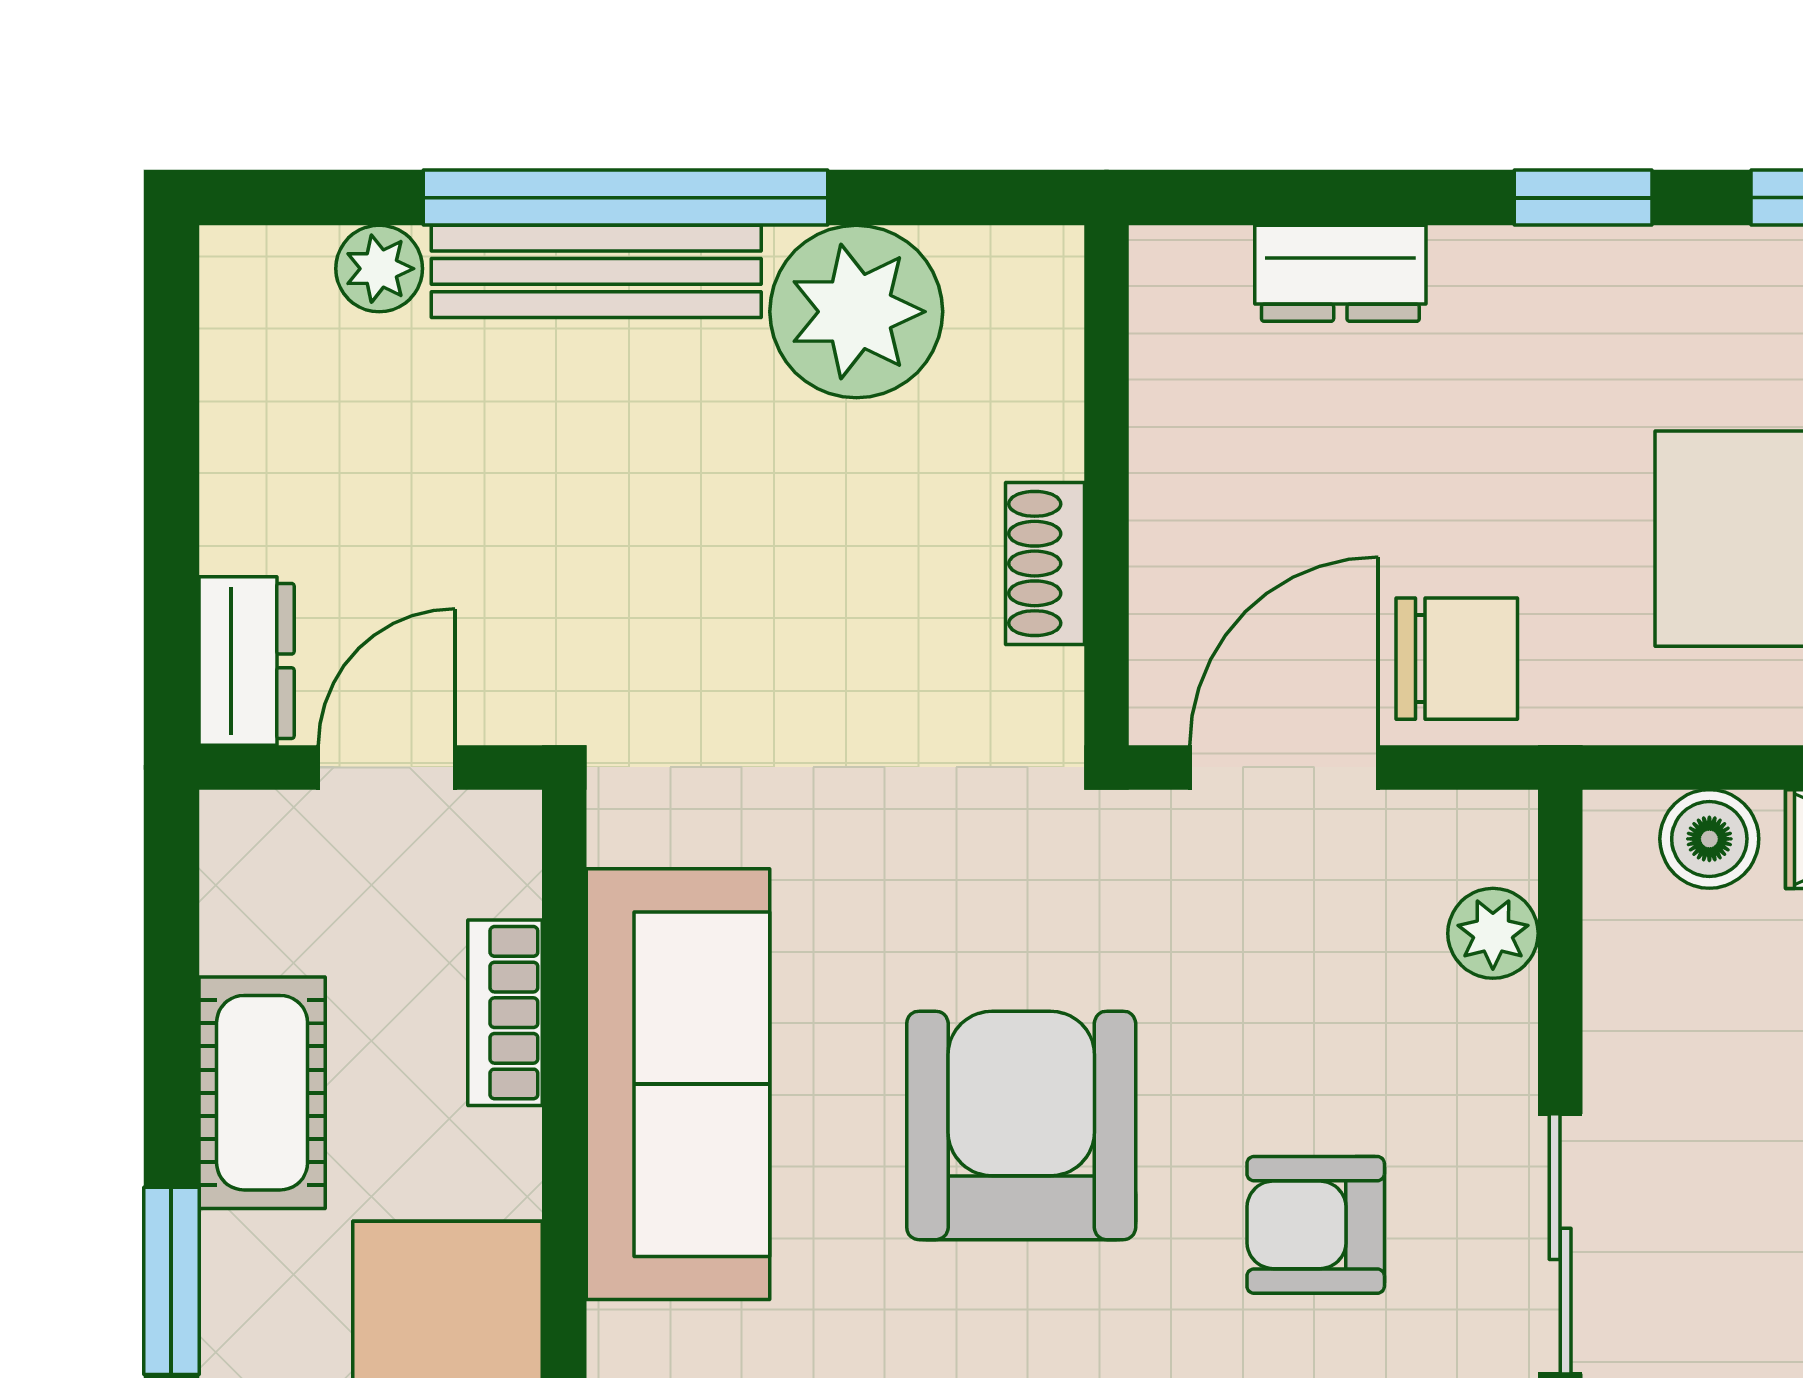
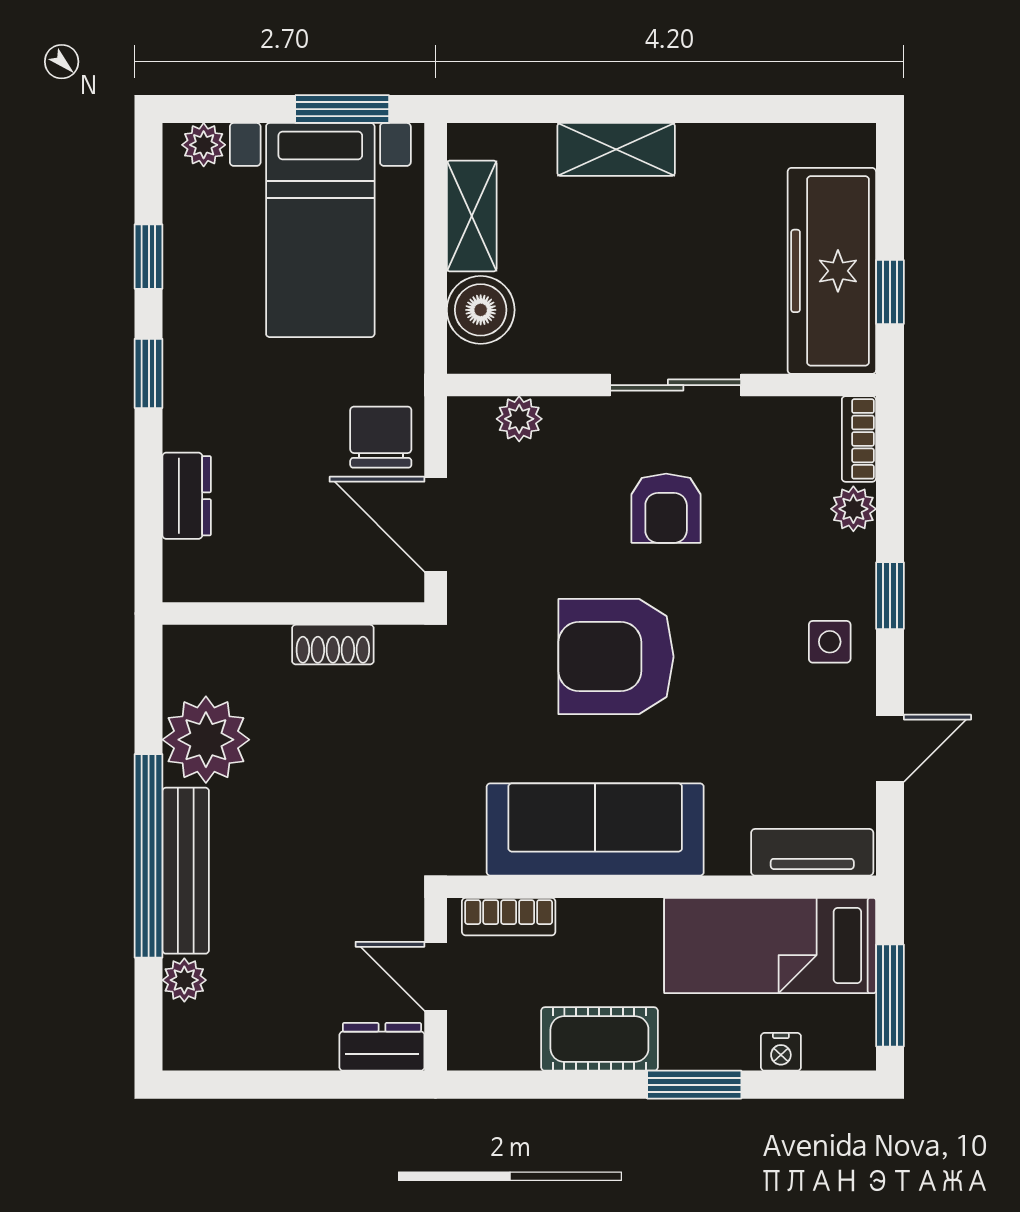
boiler: (1709, 839) -> (481, 310), width x1.36, depth x1.36
bookcase: (505, 1013) -> (509, 917), moved

